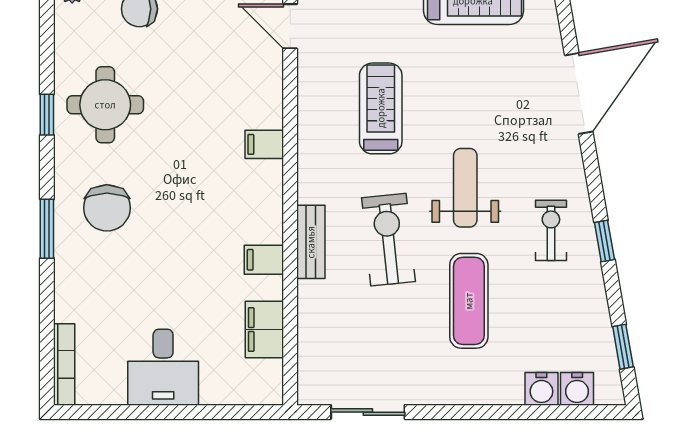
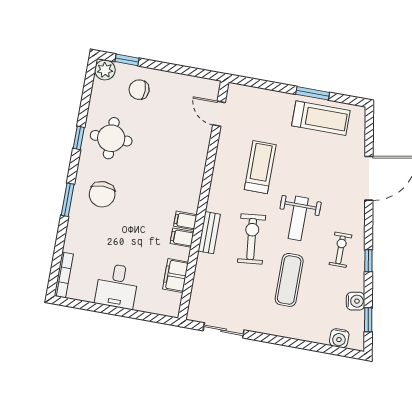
filing cabinet: (264, 144) -> (185, 221), moved
weight bench: (465, 188) -> (298, 218), turned 180
water cooler: (541, 389) -> (356, 301), moved, turned -100

